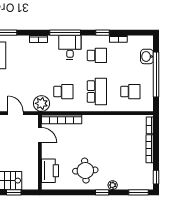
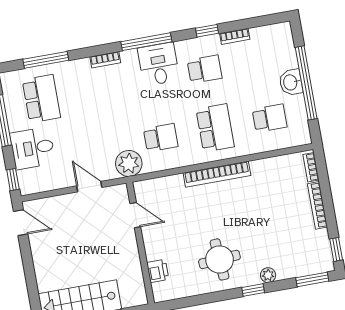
washbasin: (147, 56) -> (291, 82), moved
bookcase: (62, 119) -> (217, 174), moved
printer: (50, 171) -> (158, 271), width x0.53, depth x0.68

